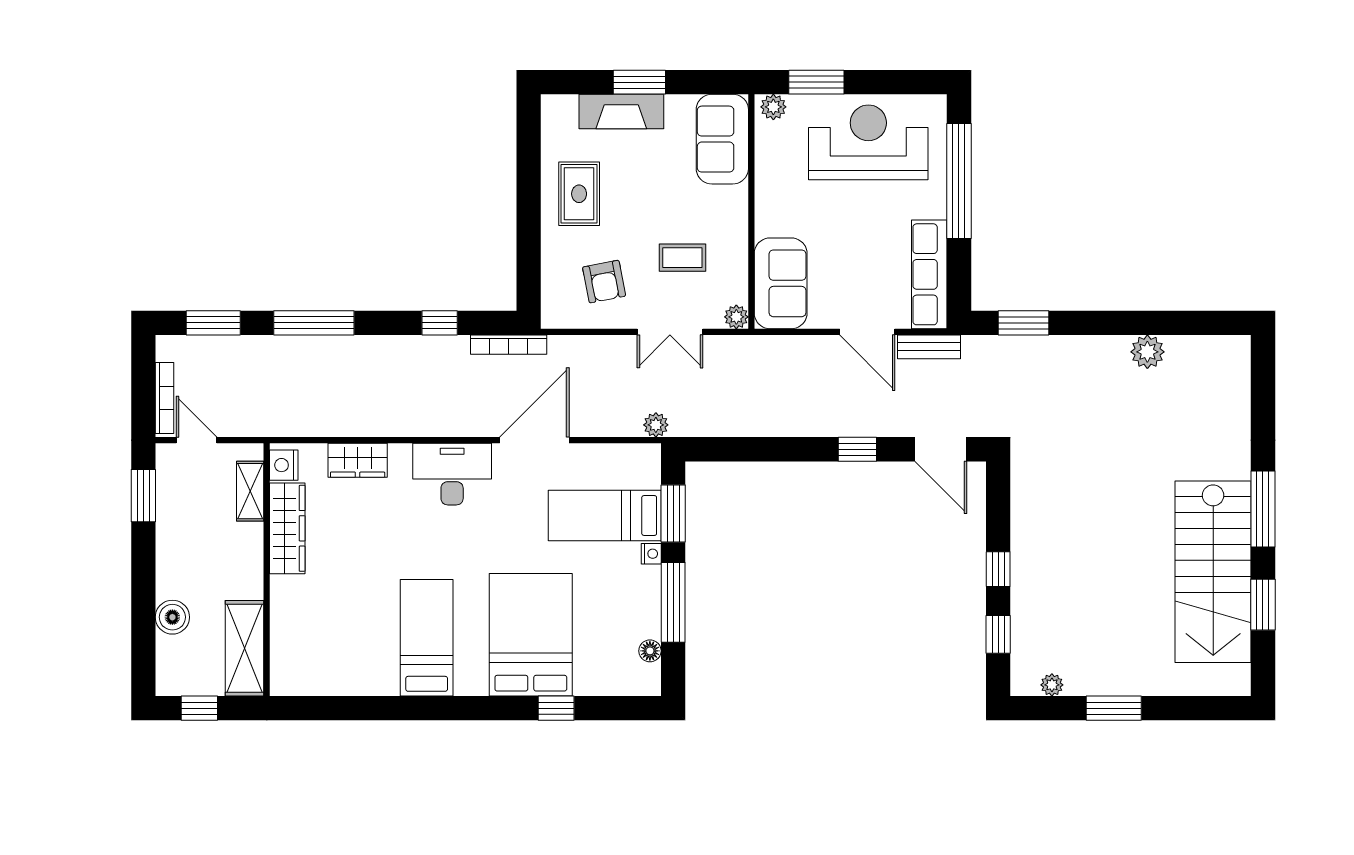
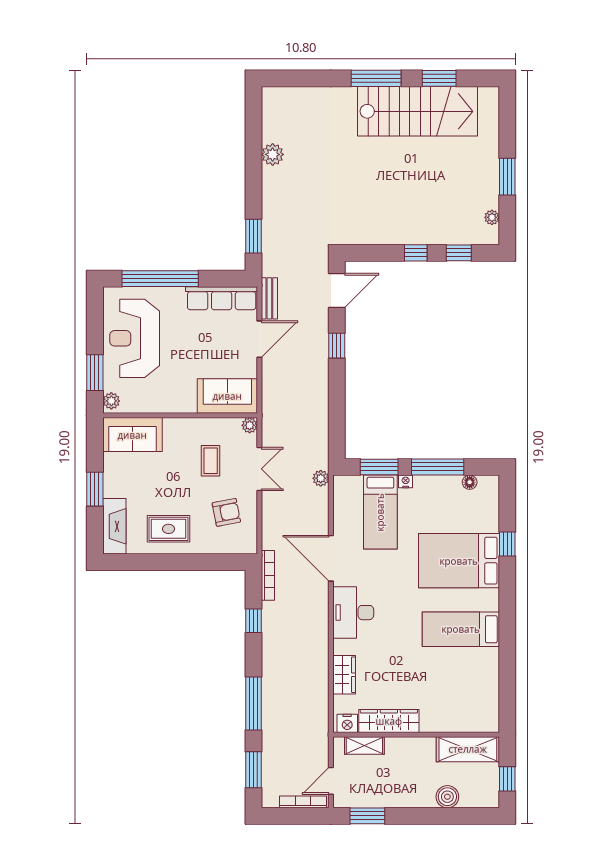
fireplace: (621, 112) -> (114, 526), moved

